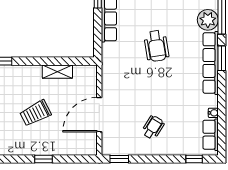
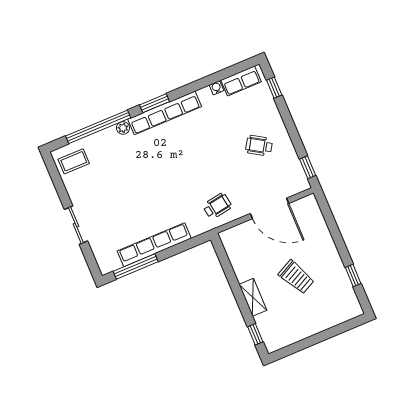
plant: (208, 20) -> (123, 128), width x0.53, depth x0.53
wheelchair: (156, 46) -> (217, 206), moved, width x0.73, depth x0.73
shelving: (57, 72) -> (253, 297), moved
window: (44, 159) -> (353, 276), moved

